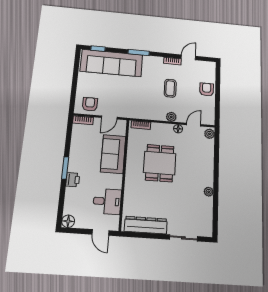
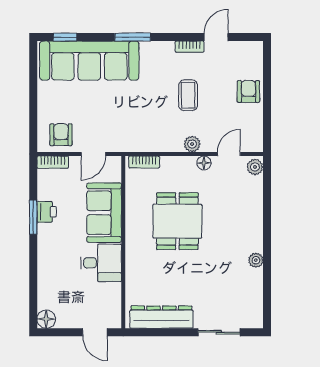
window: (65, 168) -> (33, 217), moved
printer: (73, 180) -> (47, 212), moved
desk: (107, 201) -> (101, 263), moved

